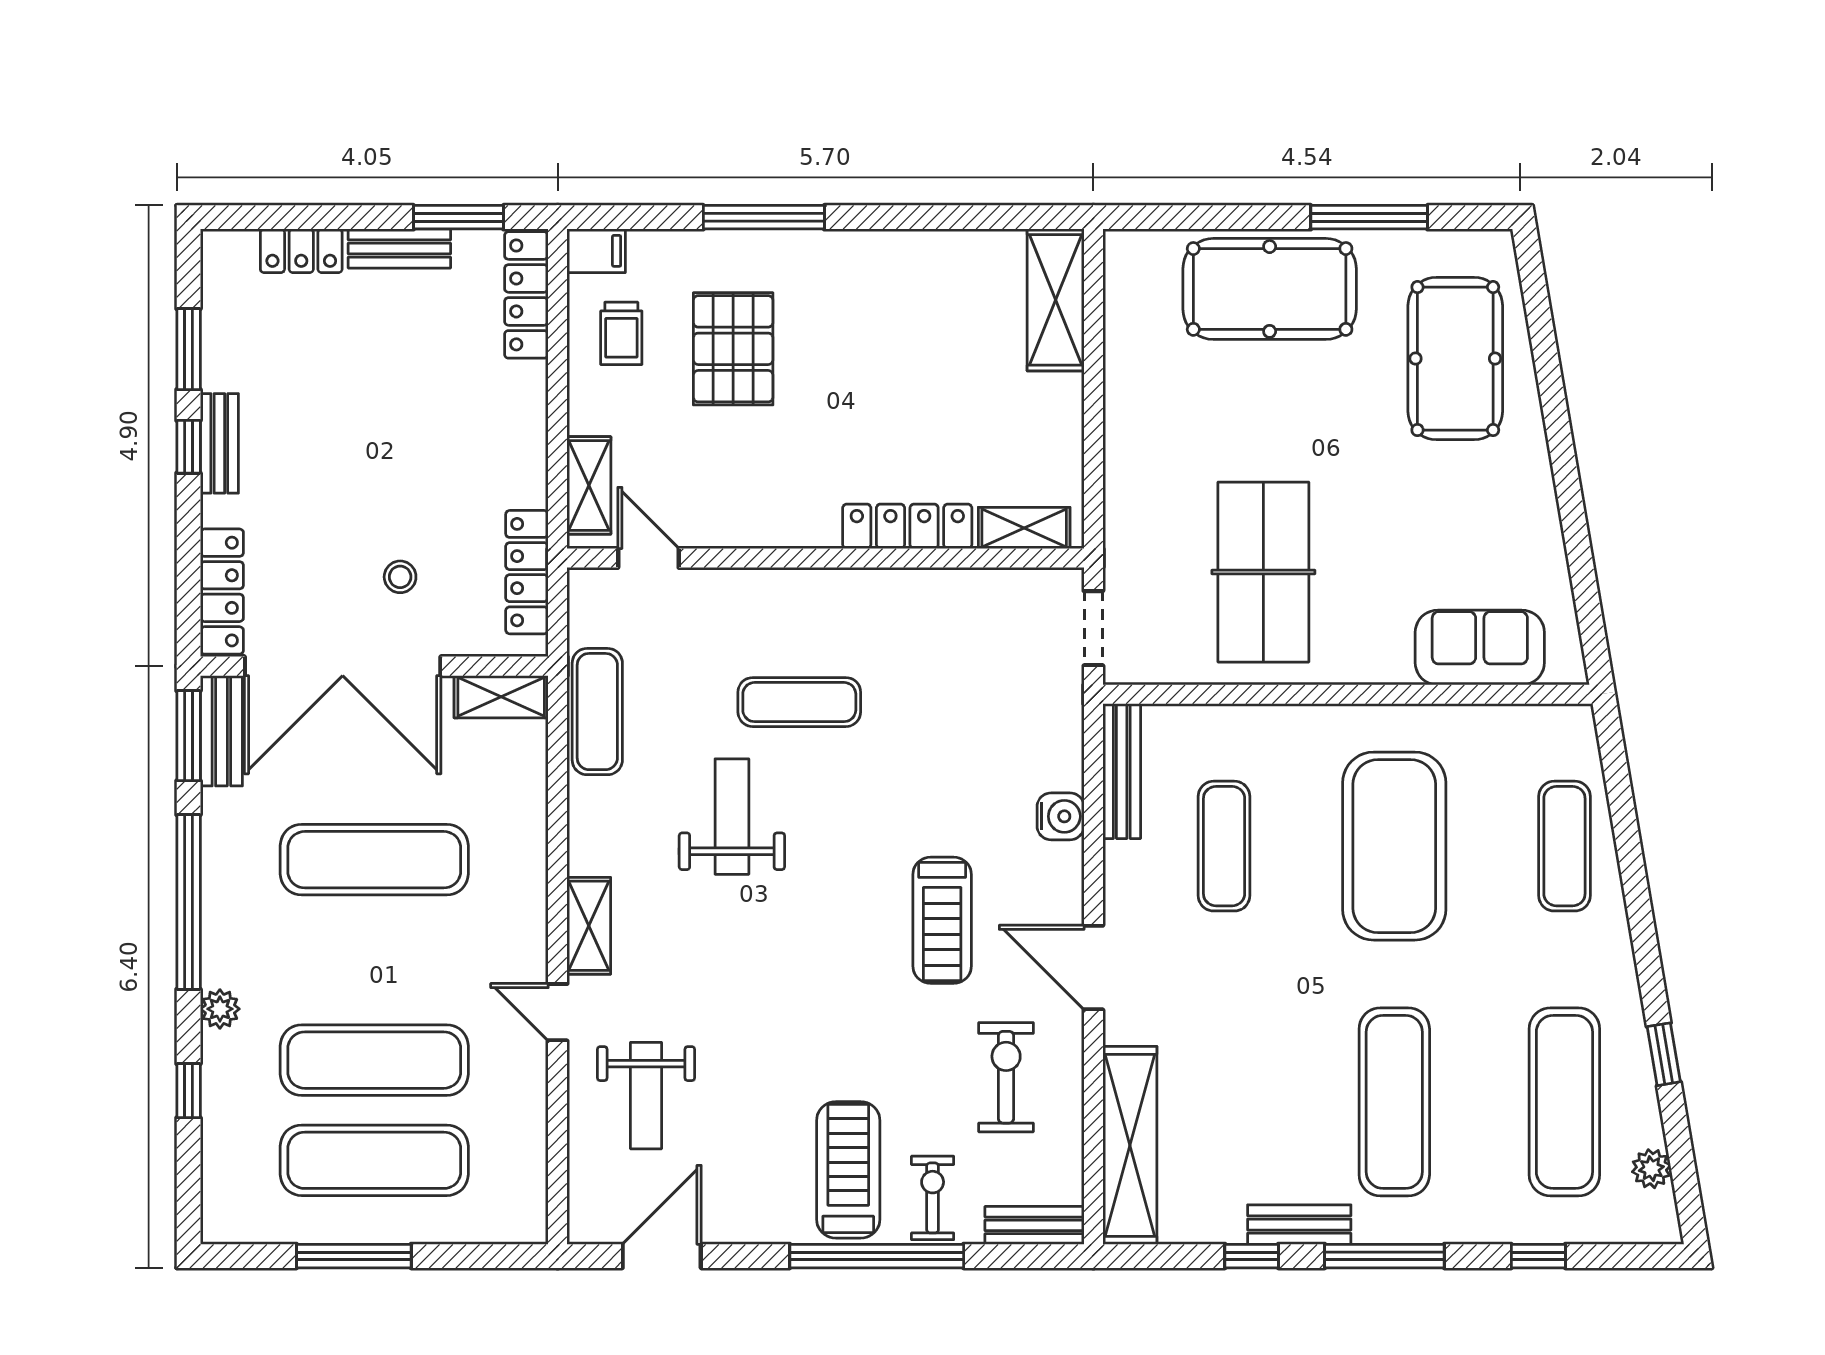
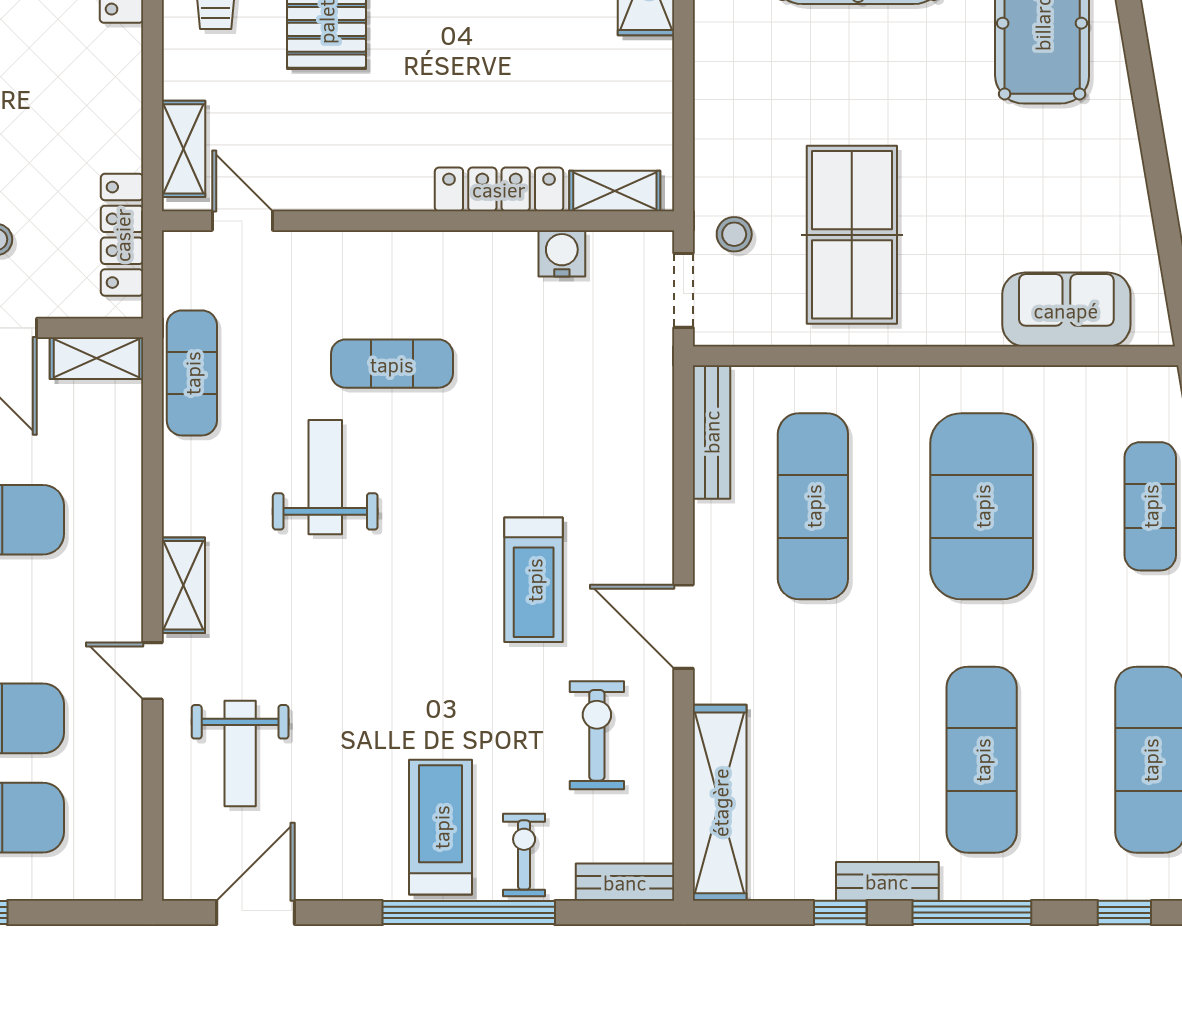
stool: (1145, 572) -> (734, 234), added
water cooler: (1061, 816) -> (562, 253), moved, turned -90
exercise mat: (1224, 846) -> (813, 506), width x1.36, depth x1.45

